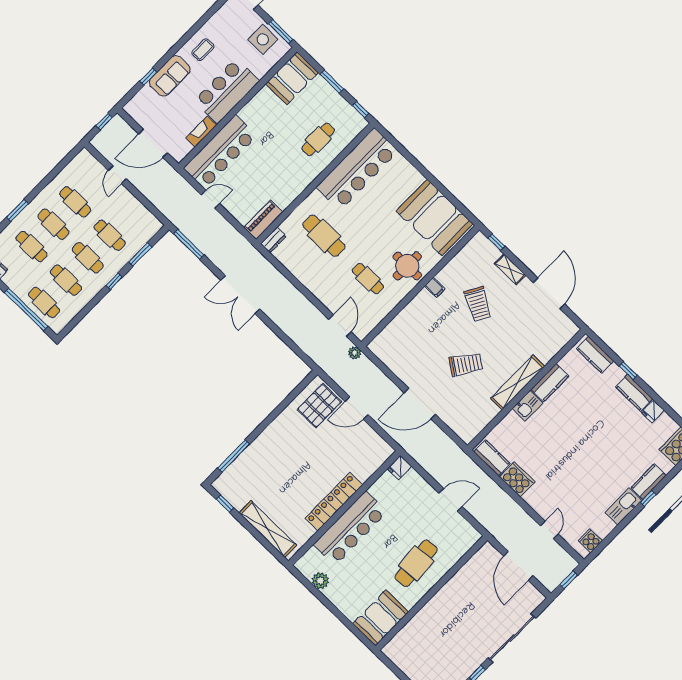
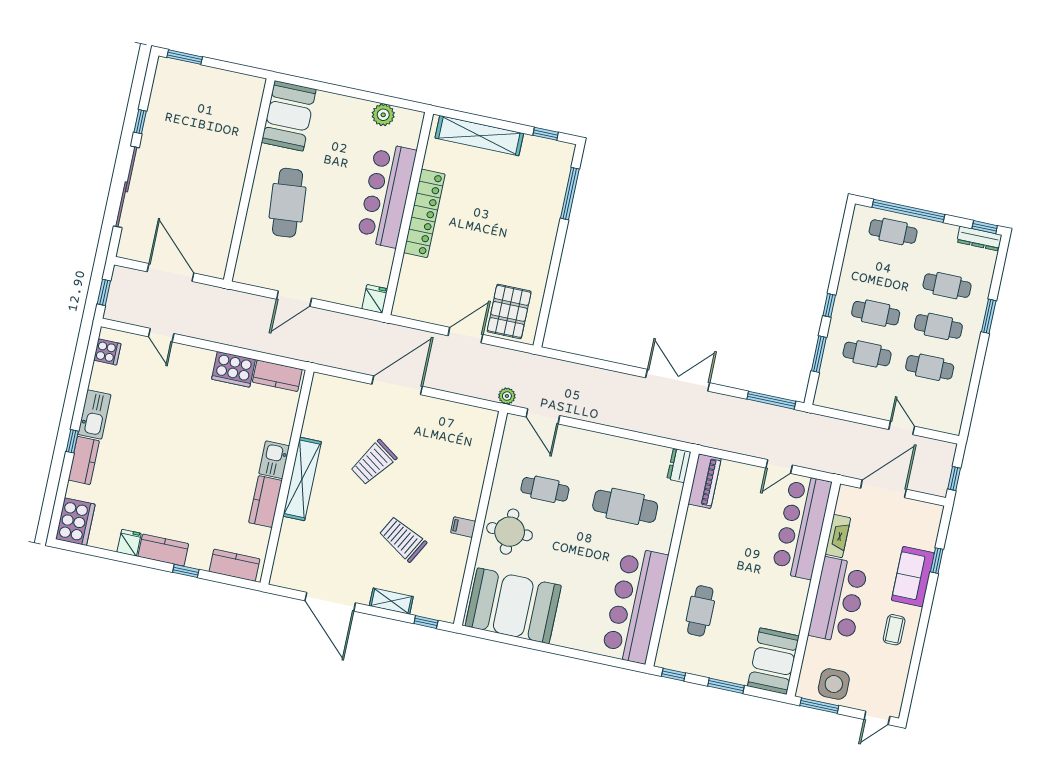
cafe table: (66, 280) -> (884, 272), removed

